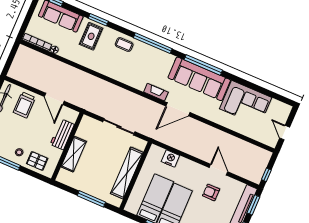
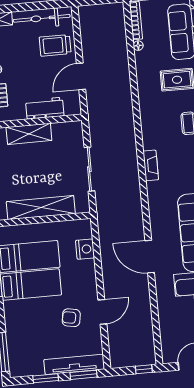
fireplace: (156, 92) -> (151, 165), moved
door: (178, 109) -> (150, 257), moved
window: (266, 175) -> (144, 369), moved
armchair: (211, 192) -> (71, 318), turned -80

